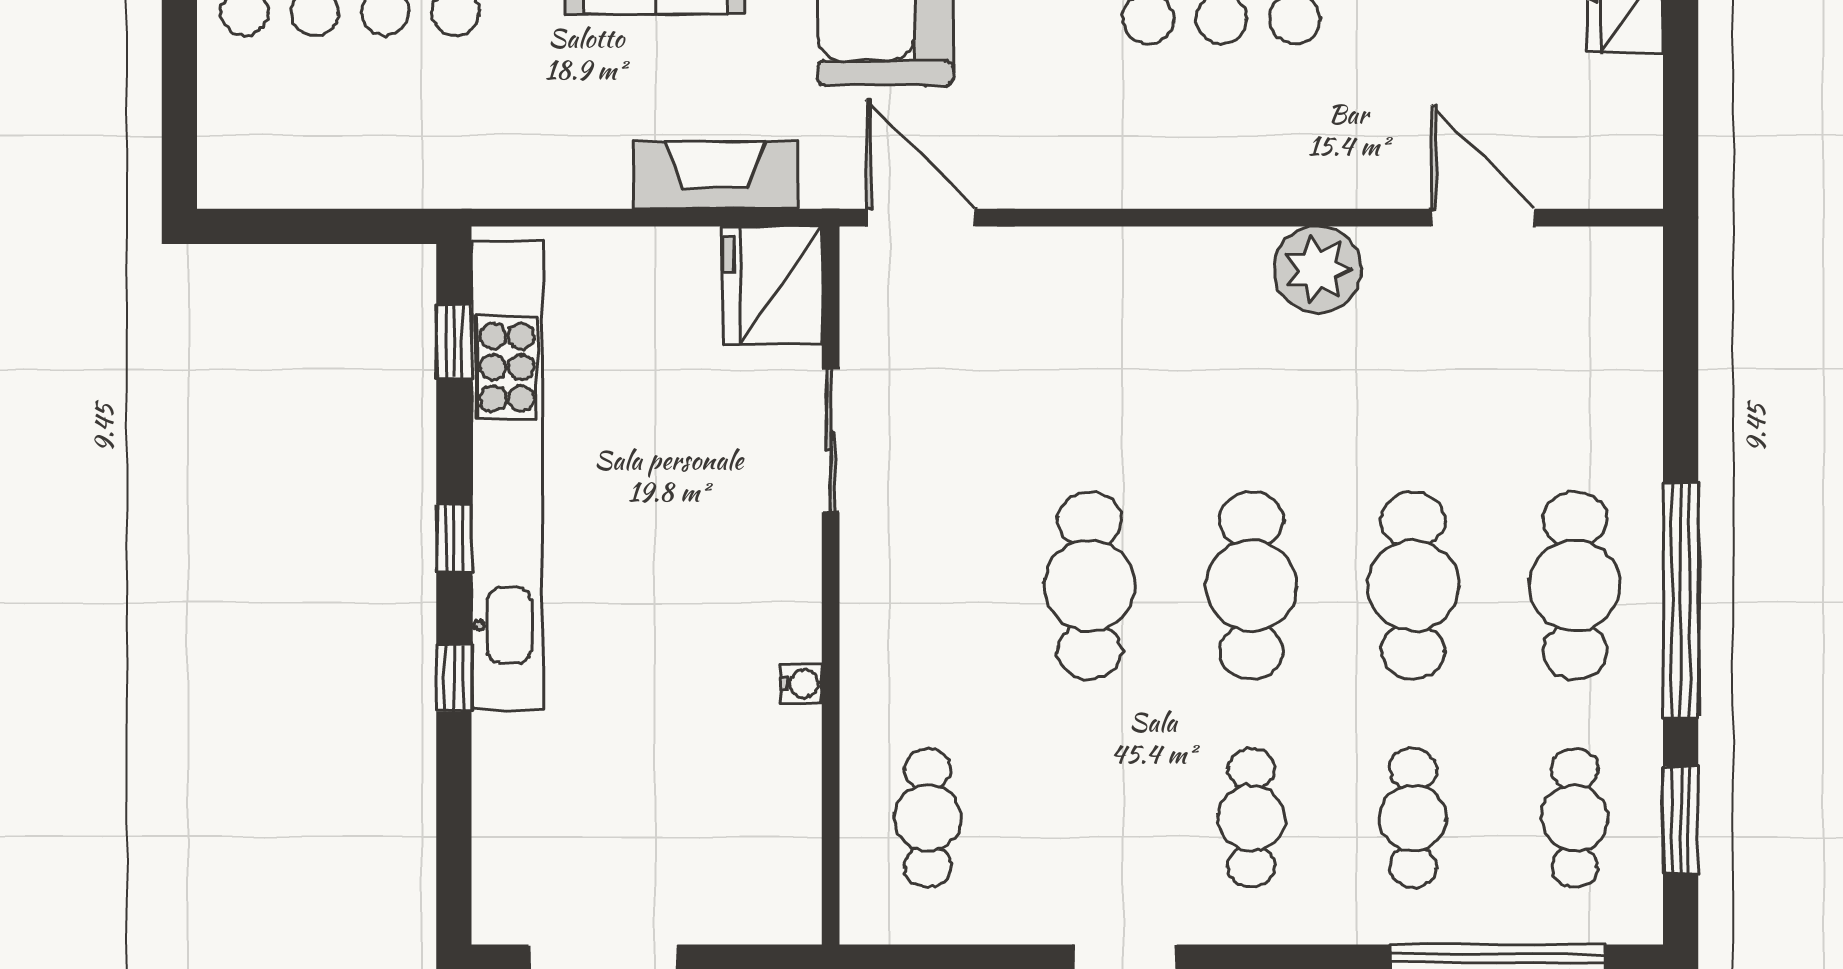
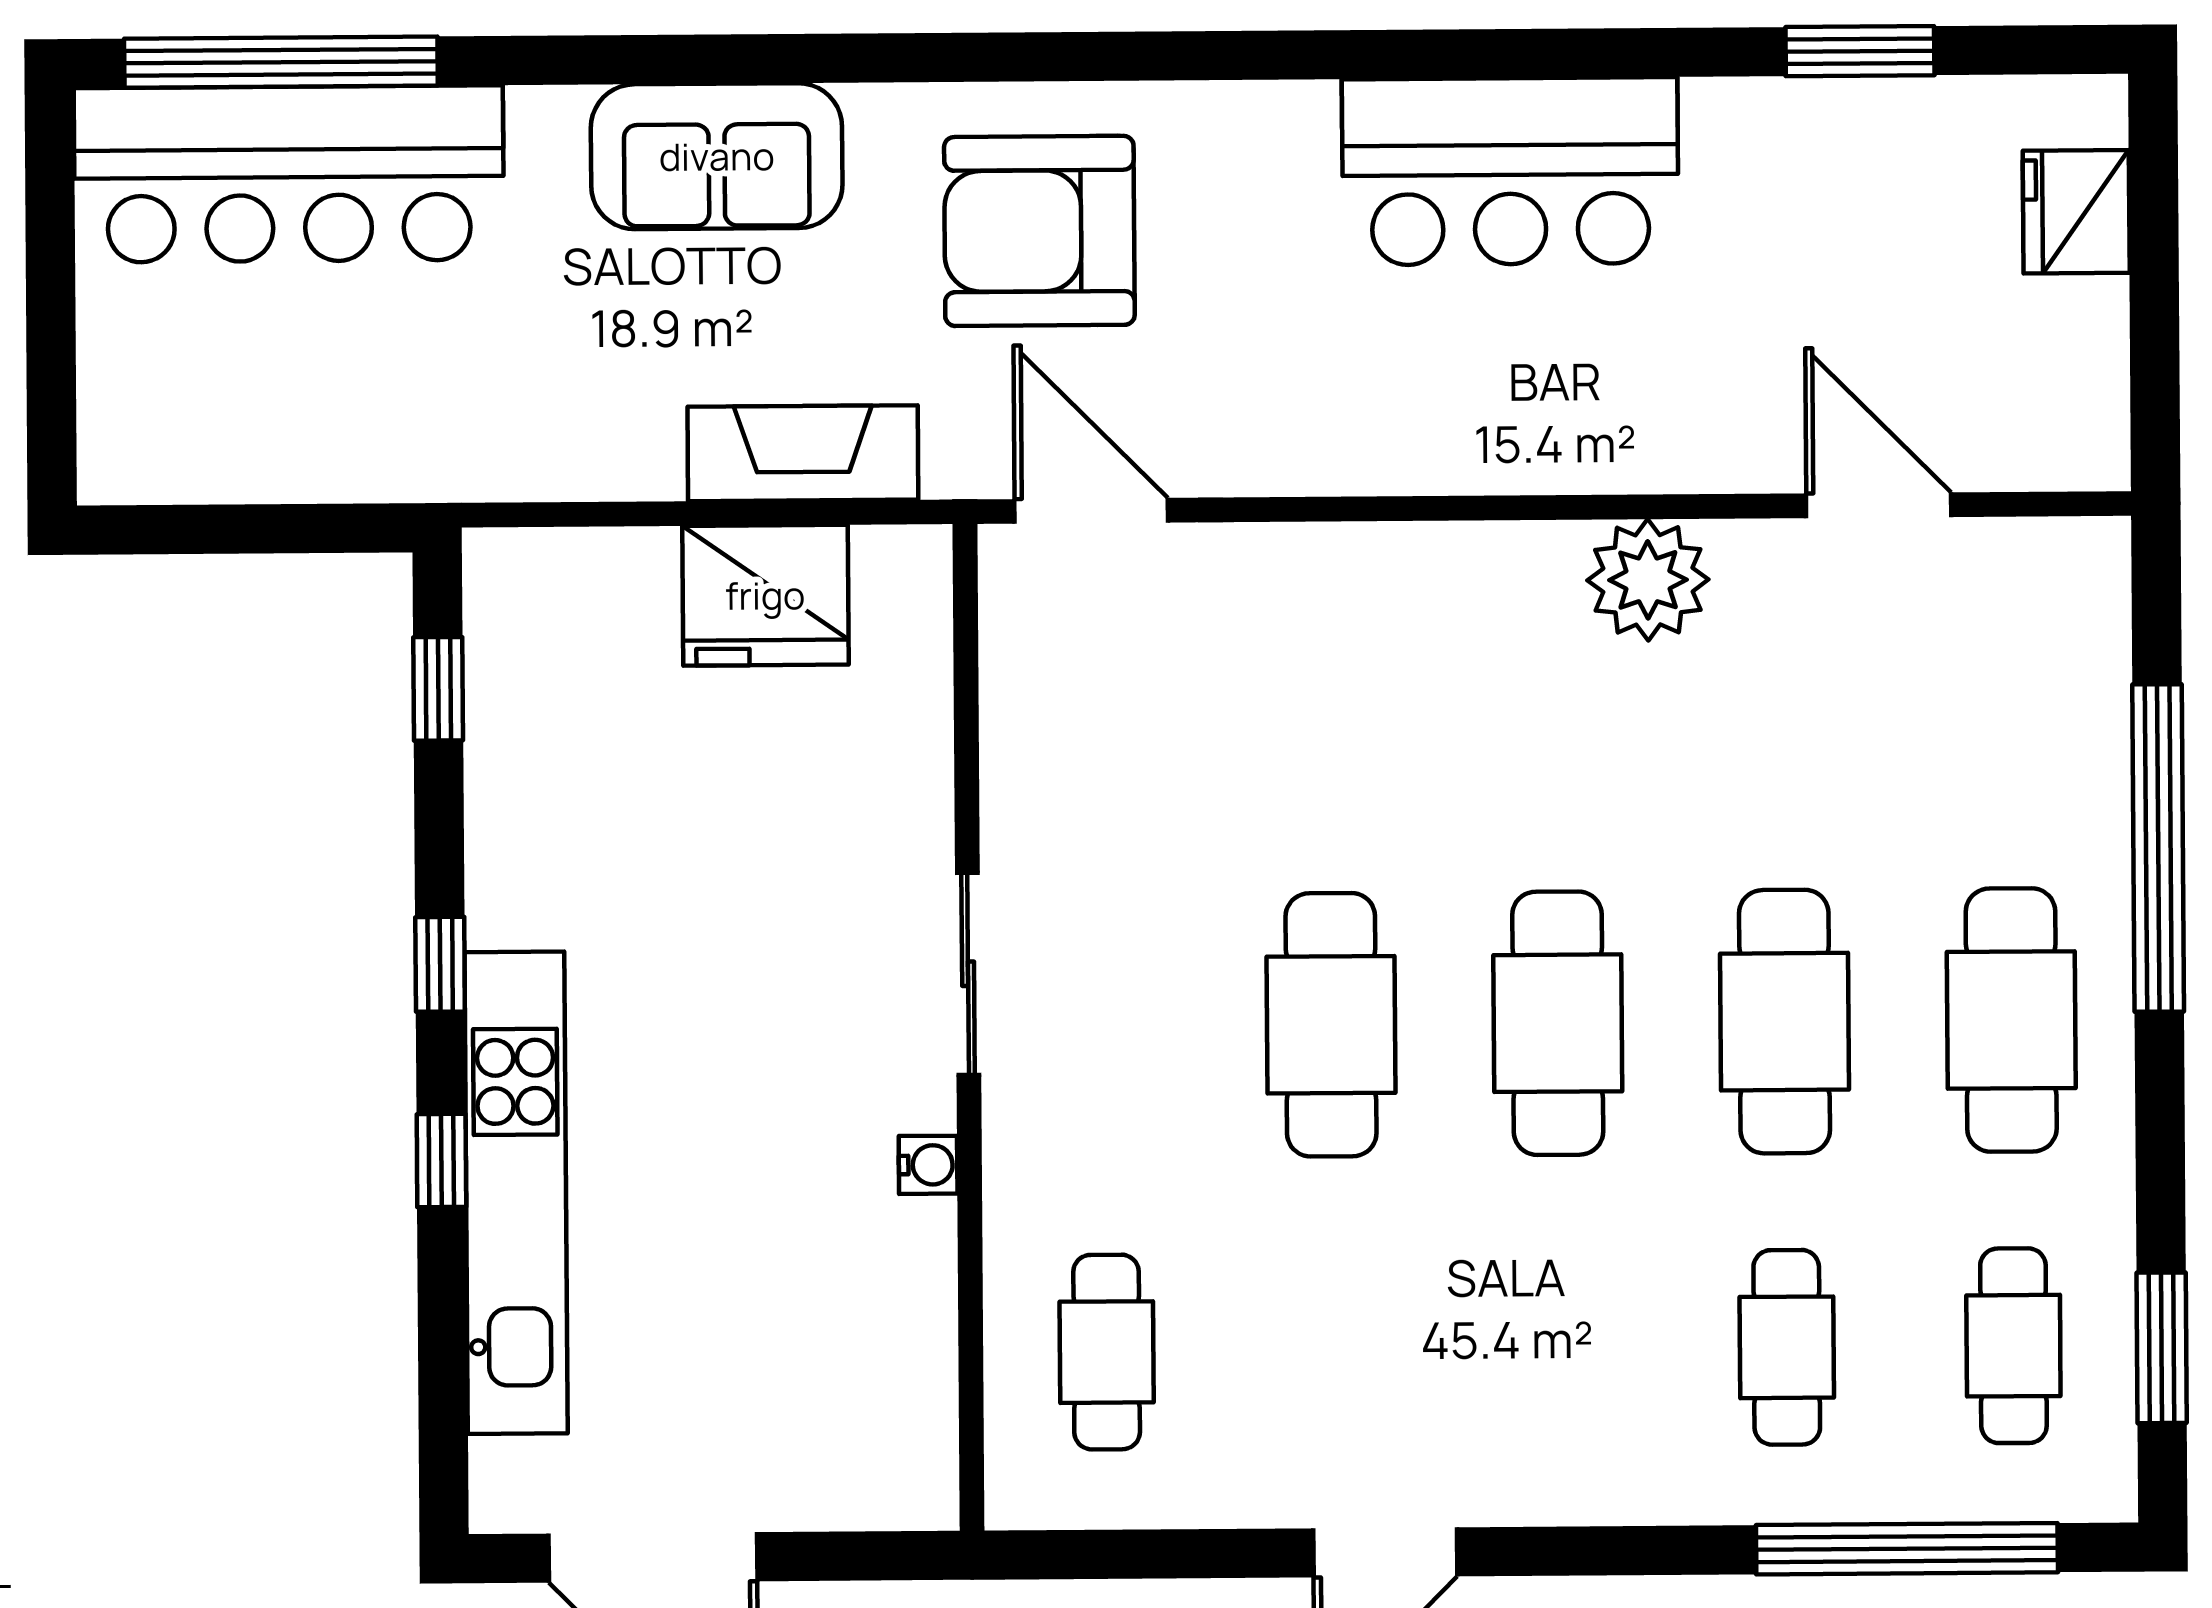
fridge: (772, 285) -> (765, 595), moved, turned -90
sliding door: (831, 440) -> (968, 974), moved
kitchen unit: (507, 475) -> (516, 1193), moved, width x0.73
window: (1681, 600) -> (2158, 848), moved
cafe table: (1251, 818) -> (1560, 1349), removed

